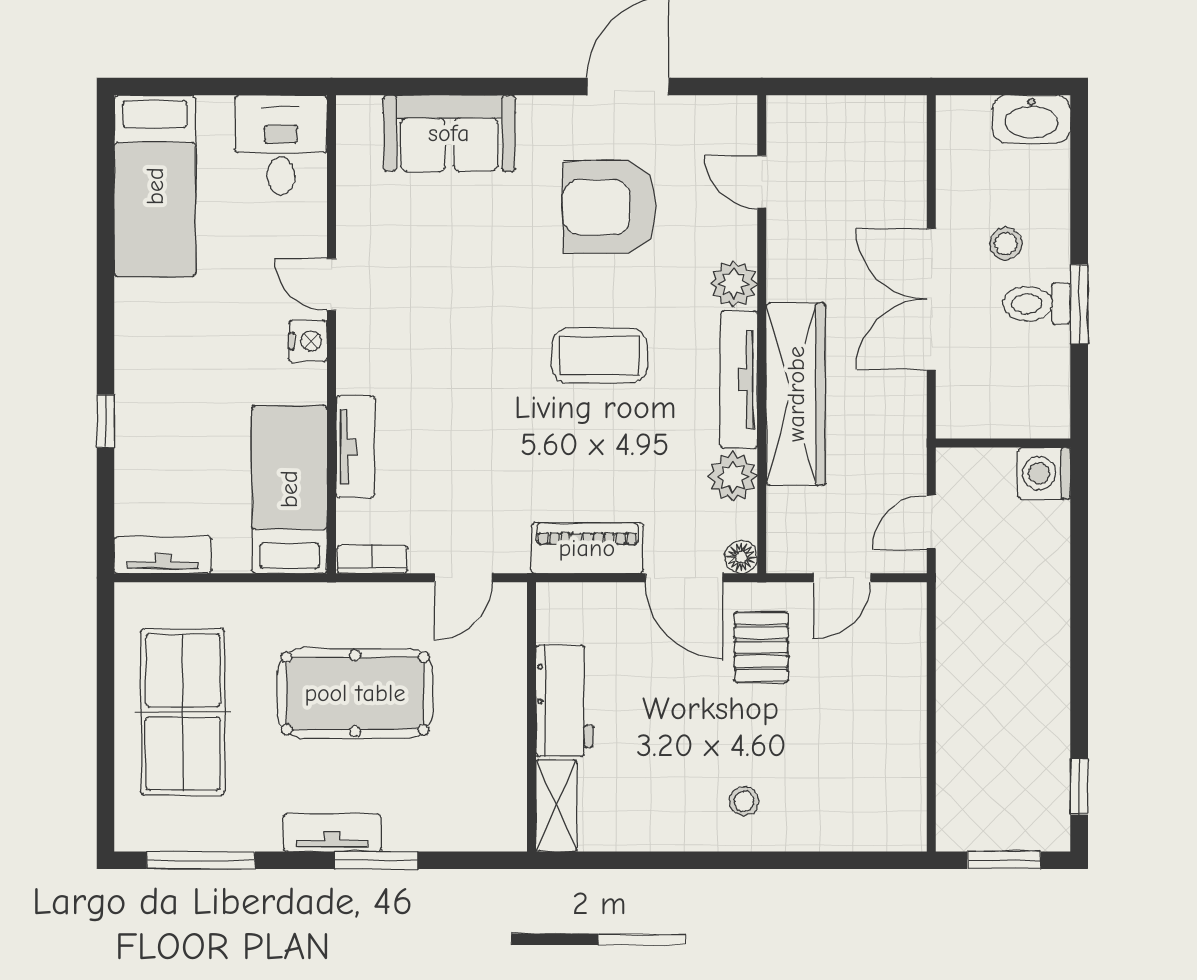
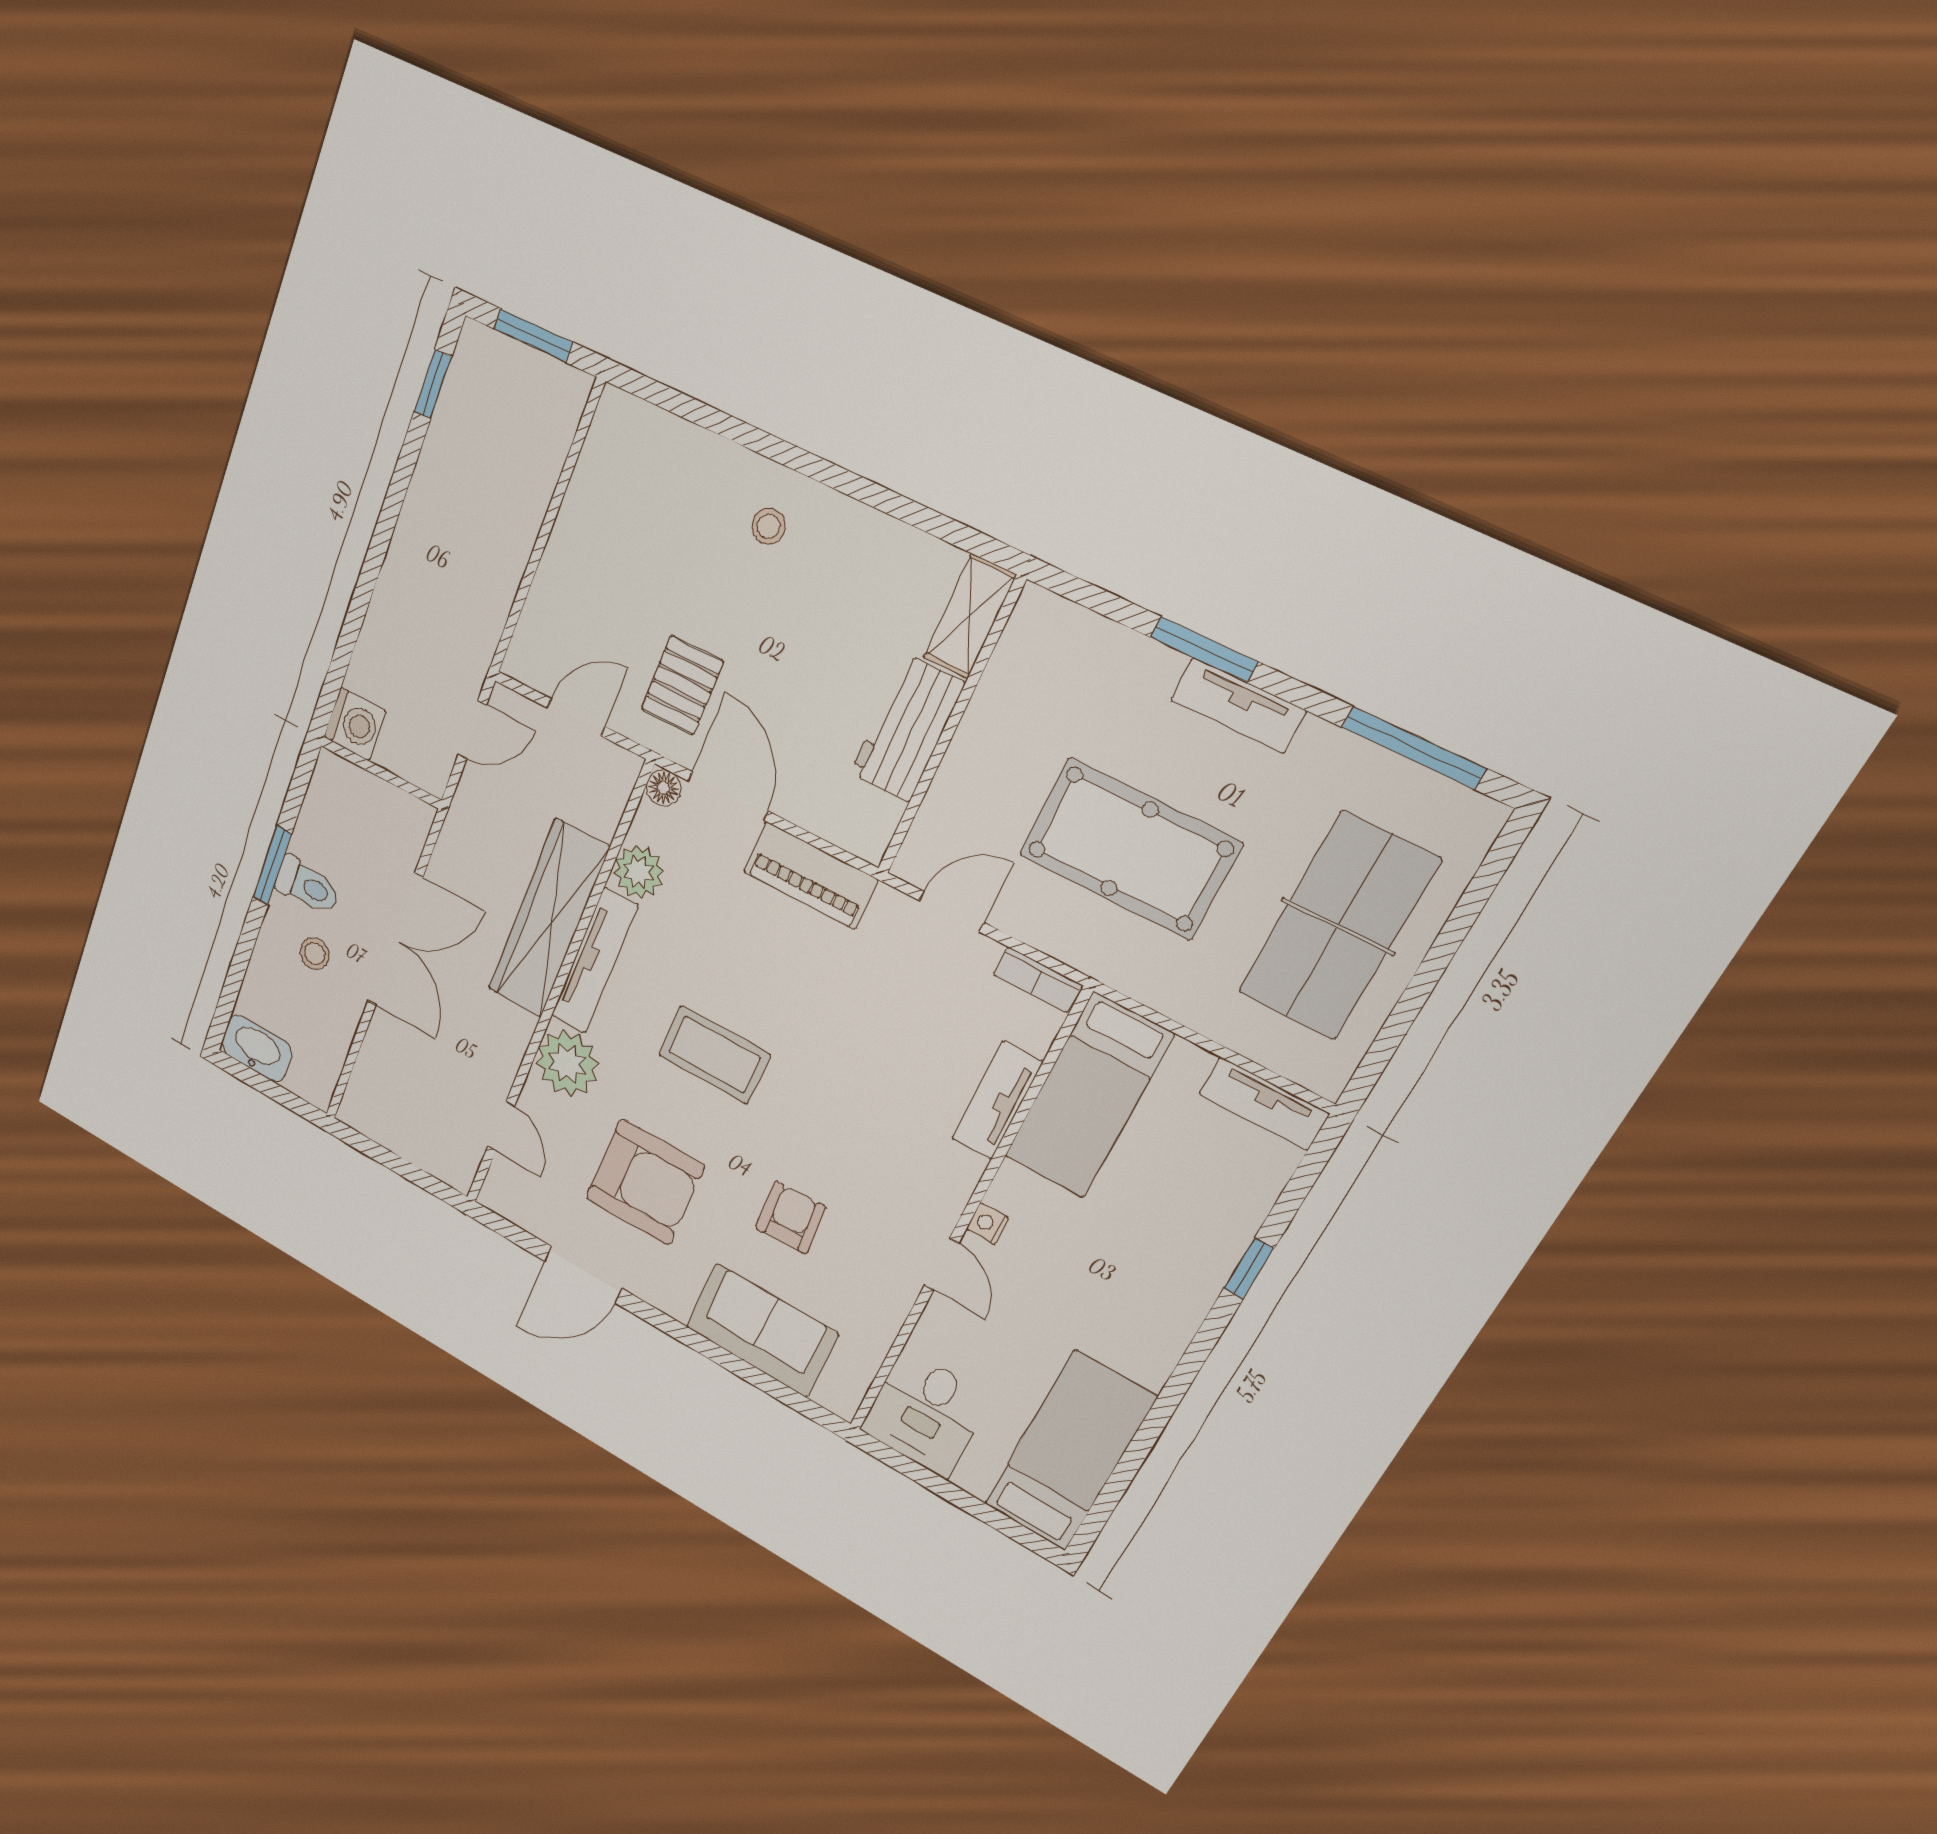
armchair: (471, 251) -> (791, 1218), added
plant: (734, 284) -> (567, 1063), width x1.36, depth x1.36
nightstand: (308, 341) -> (988, 1223), width x0.72, depth x0.74

